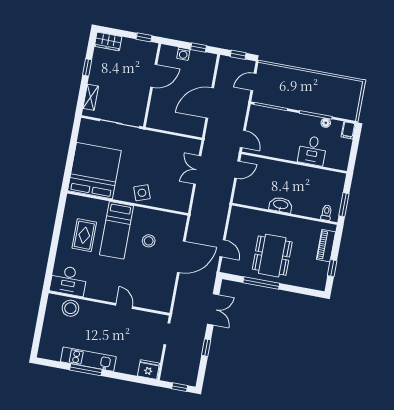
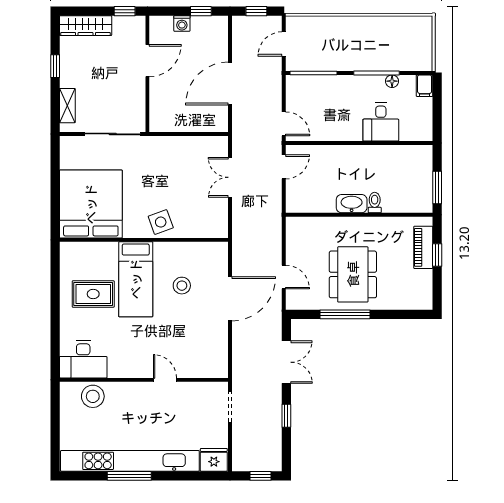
wardrobe: (108, 41) -> (86, 26), width x1.50
toilet: (326, 213) -> (375, 203), moved
rug: (84, 235) -> (93, 294), turned 90
window: (332, 268) -> (437, 255), moved
kitchen unit: (88, 359) -> (130, 461), width x1.86

